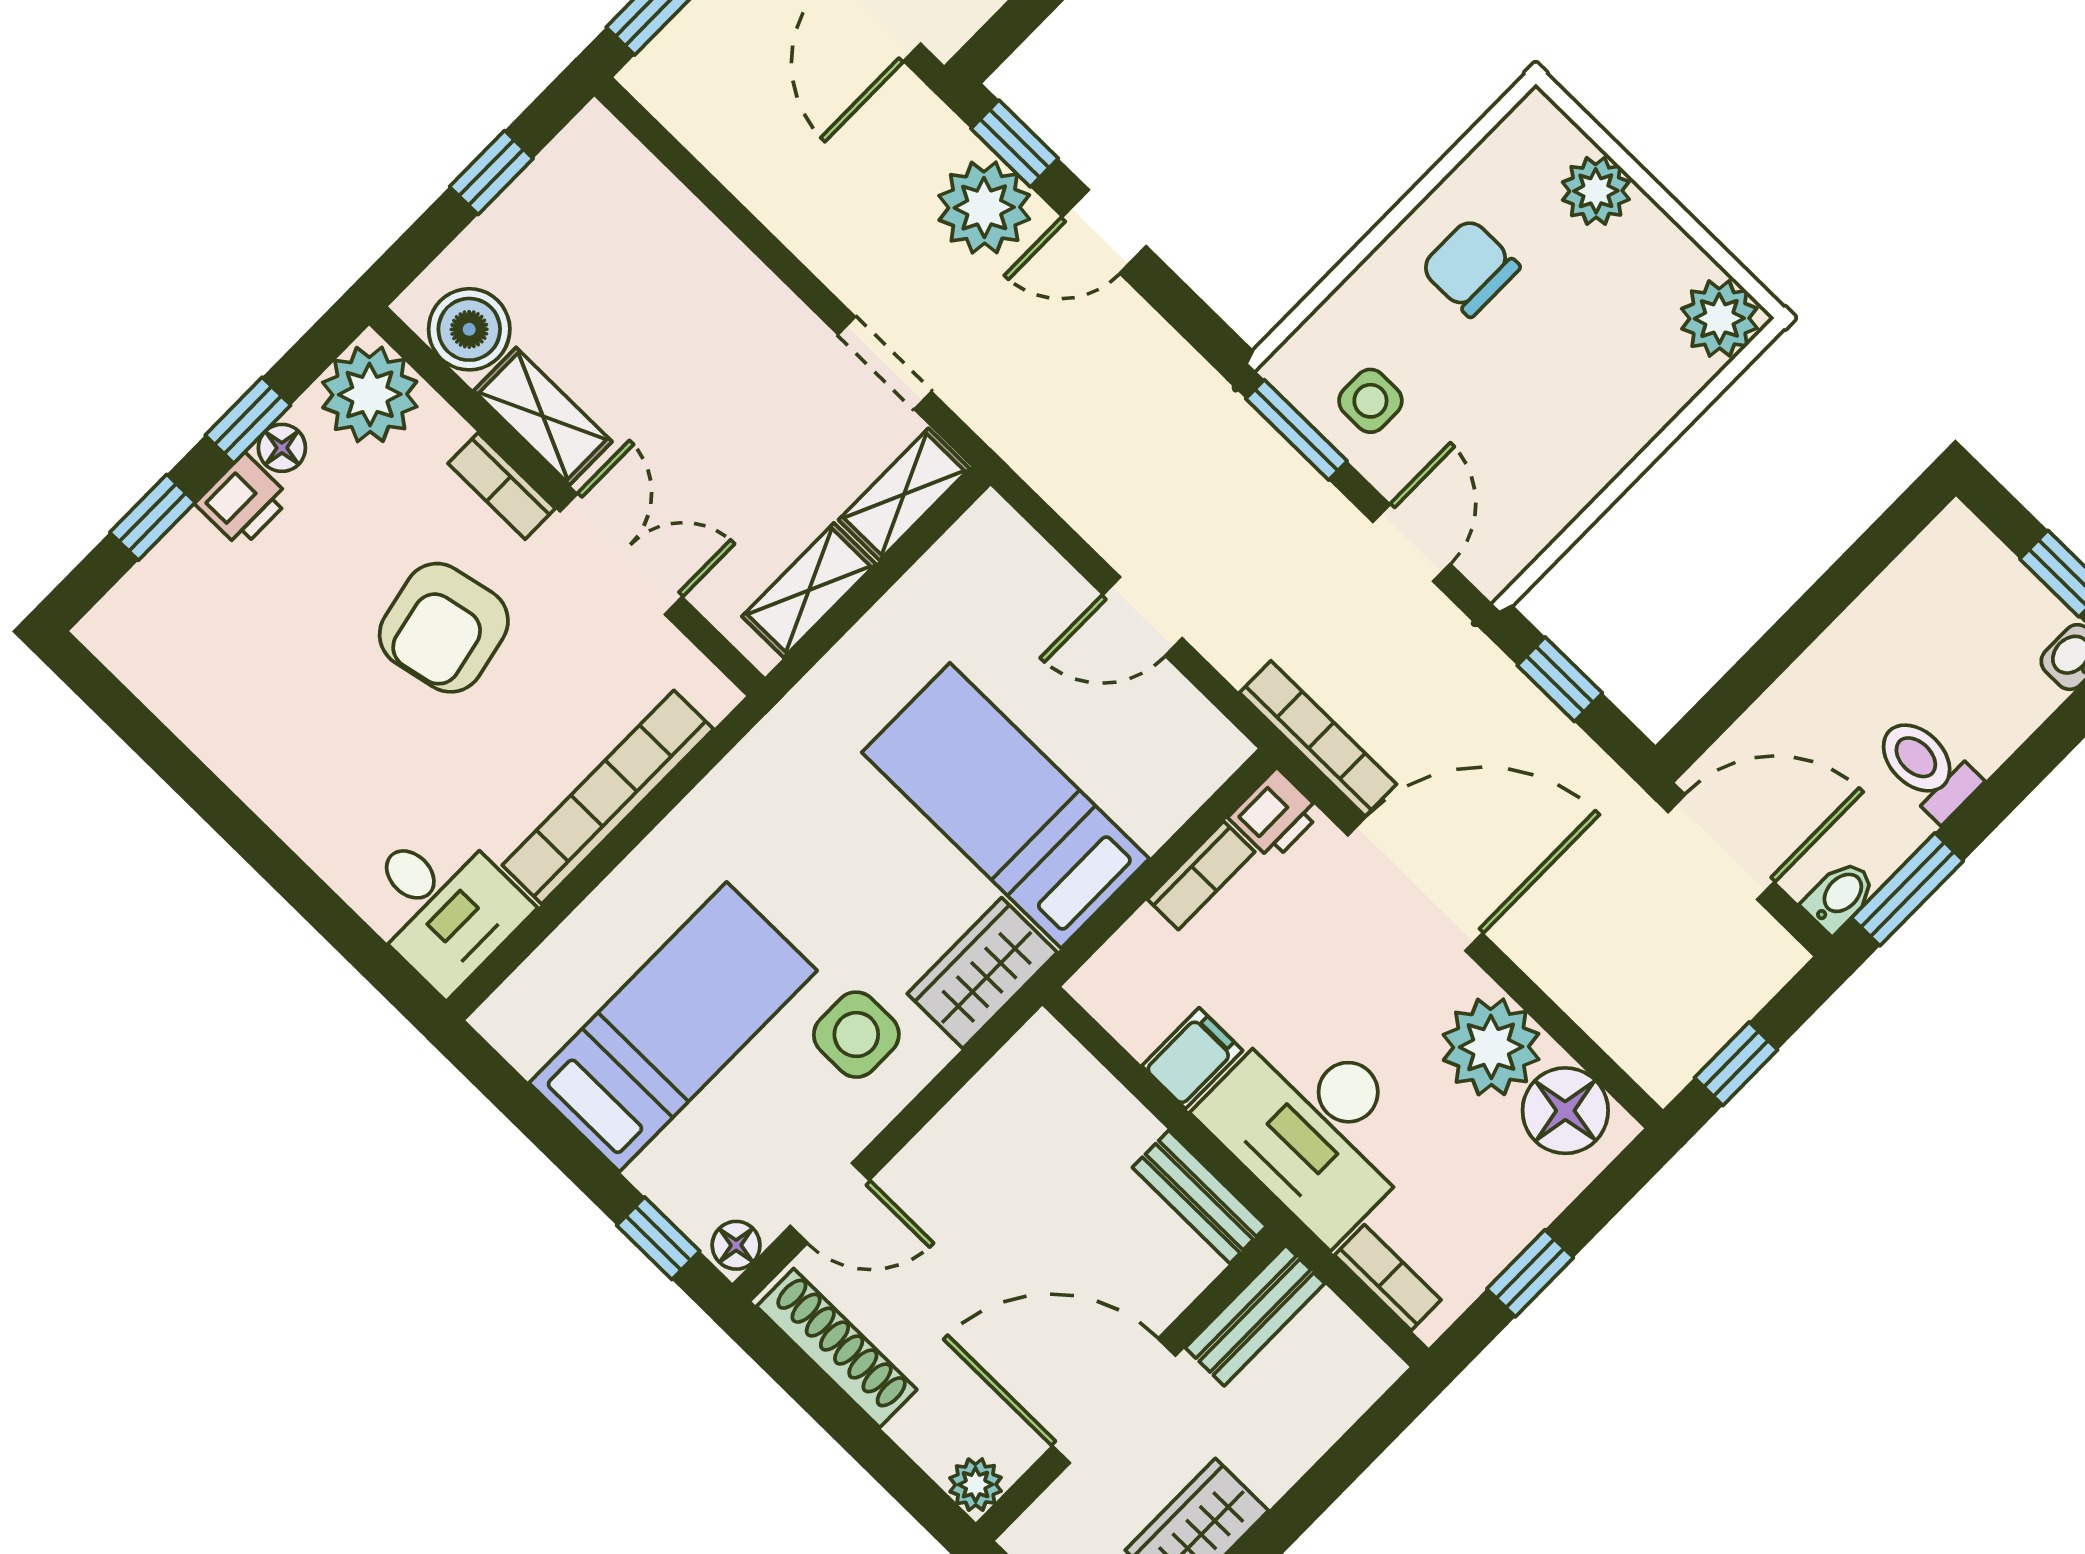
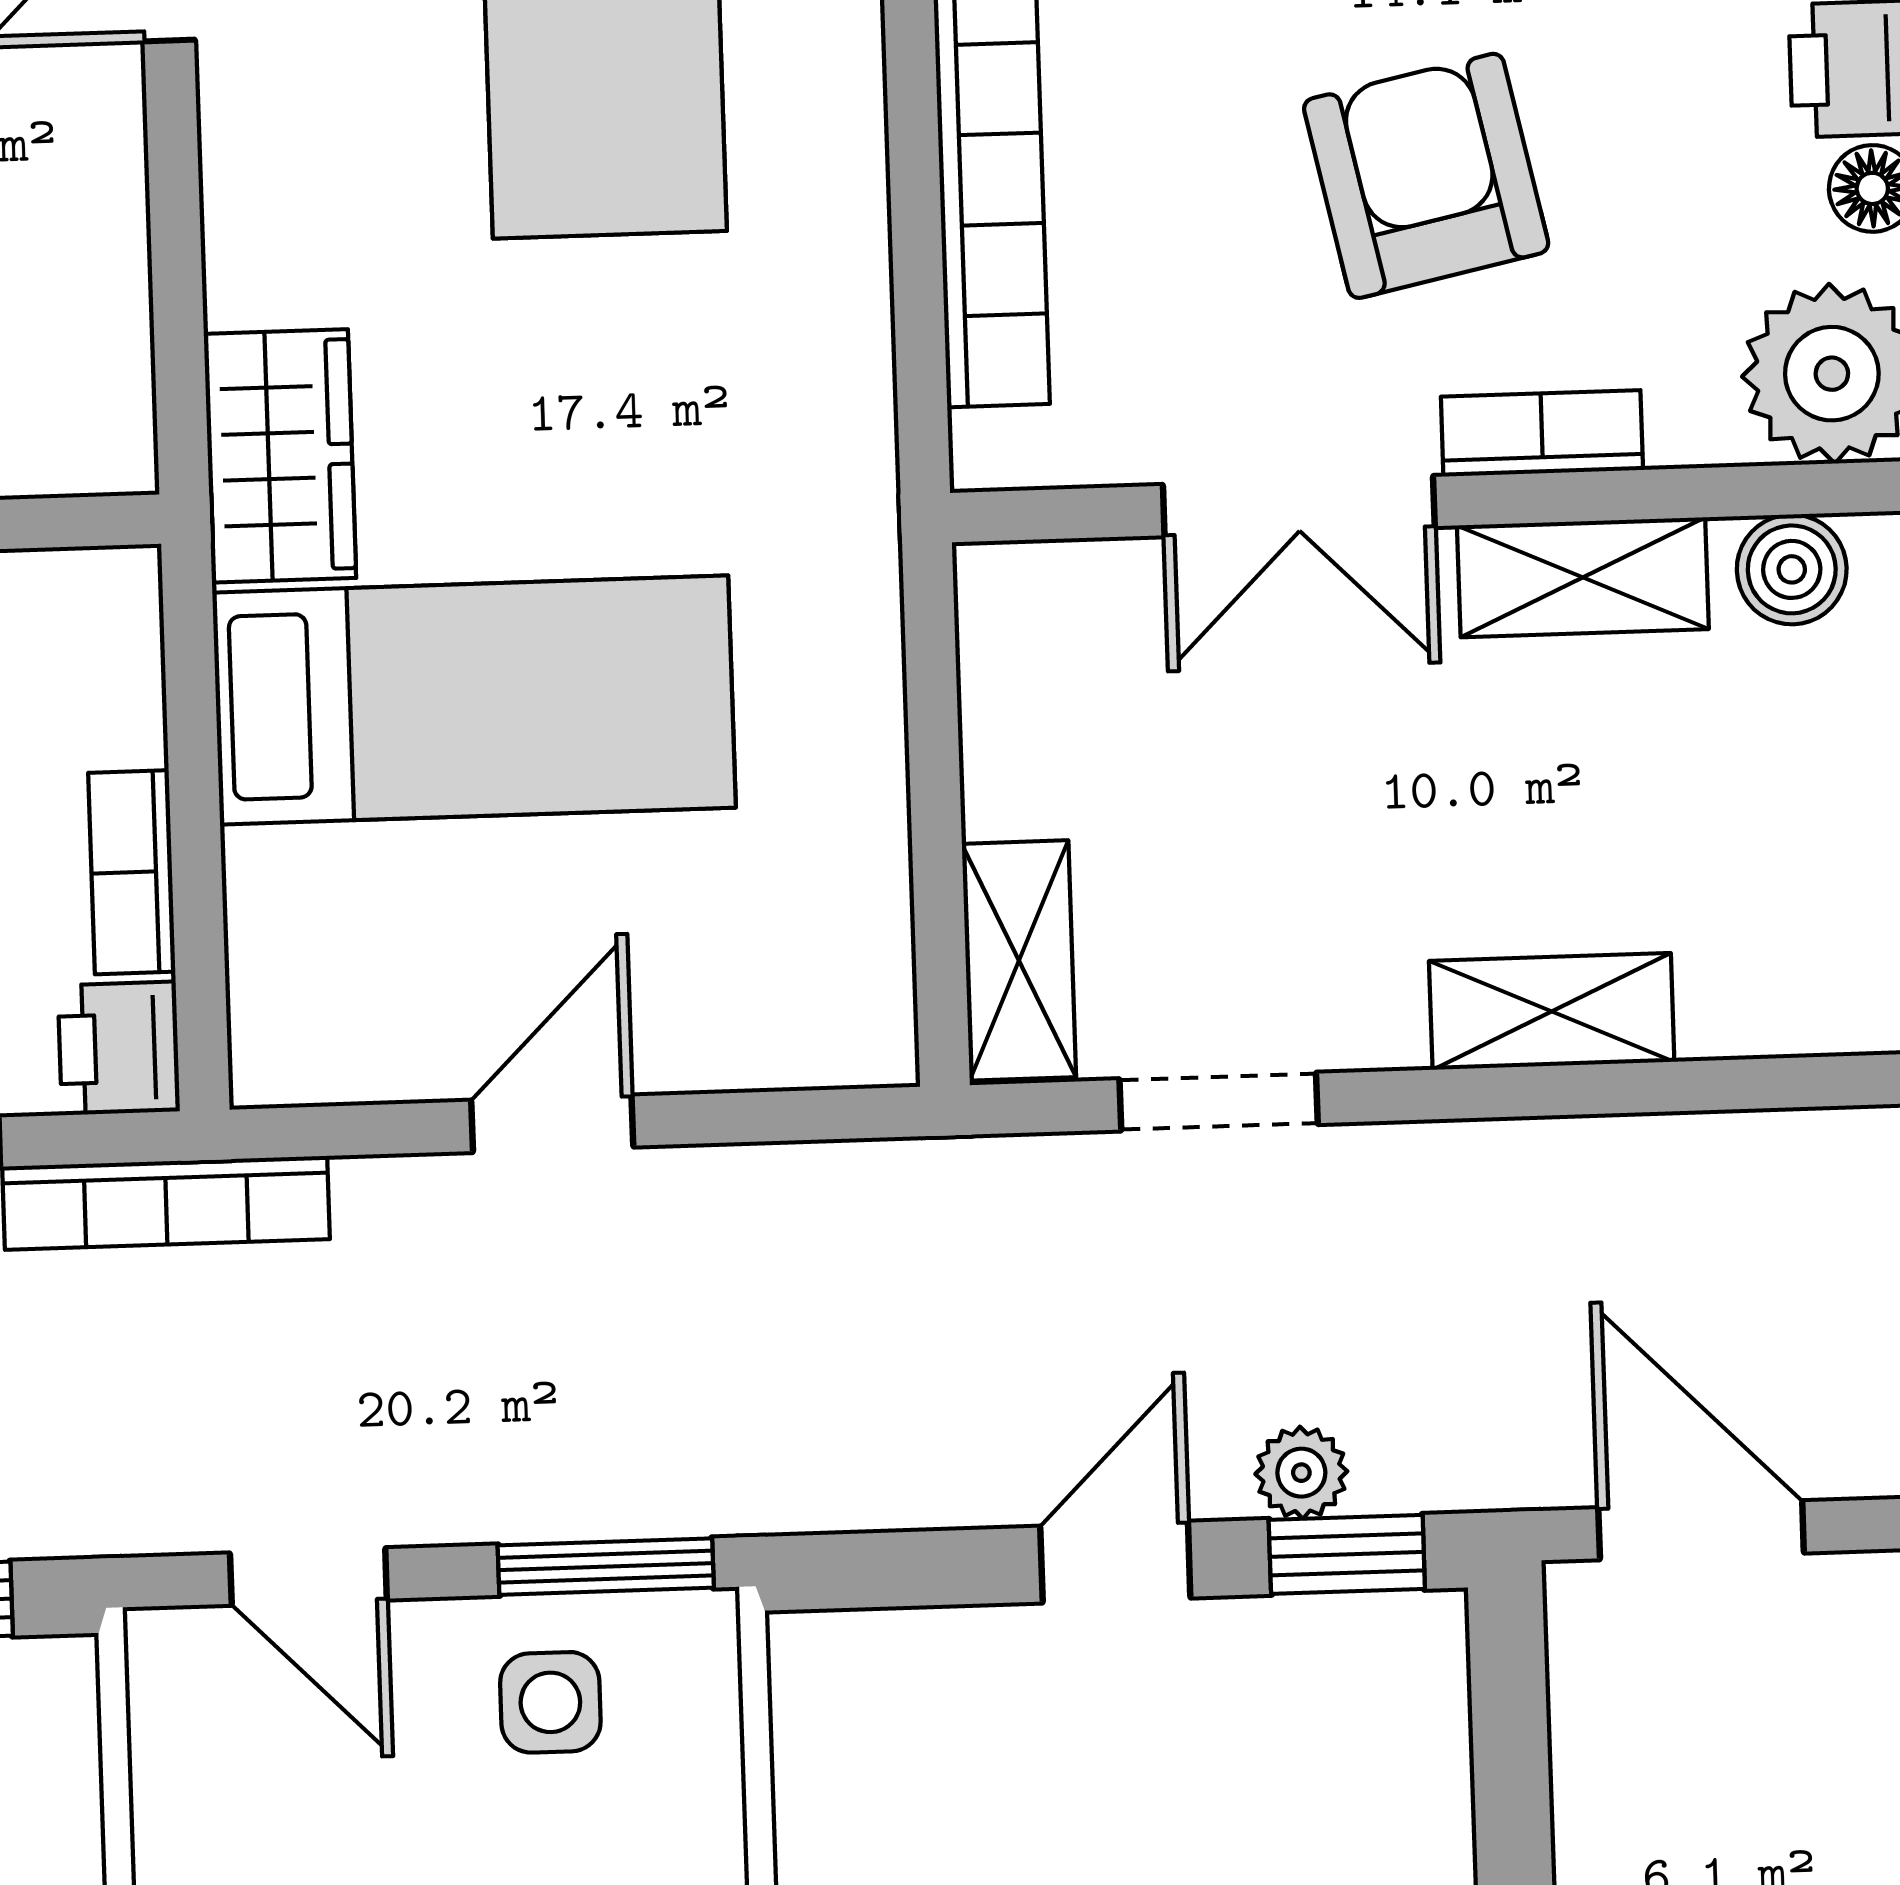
plant: (984, 207) -> (1301, 1473), width x0.53, depth x0.53
boiler: (469, 329) -> (1792, 569), width x0.73, depth x0.73
shelving: (809, 590) -> (1552, 1011), moved, turned 90
side table: (856, 1035) -> (358, 209), removed

